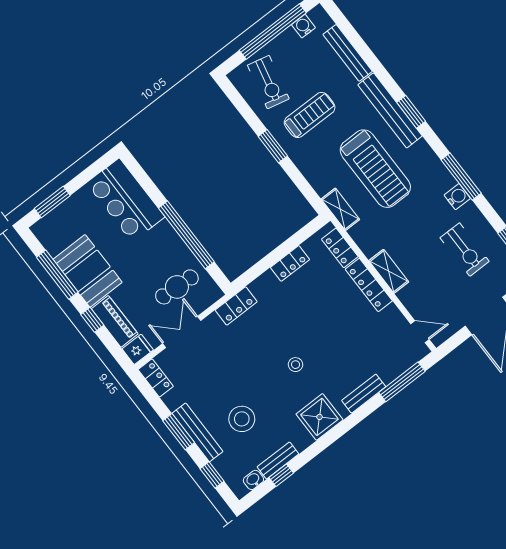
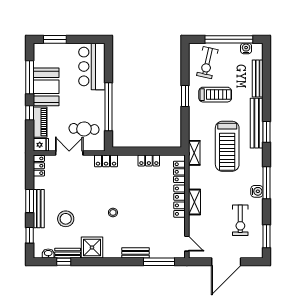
shower: (319, 417) -> (92, 247), moved

